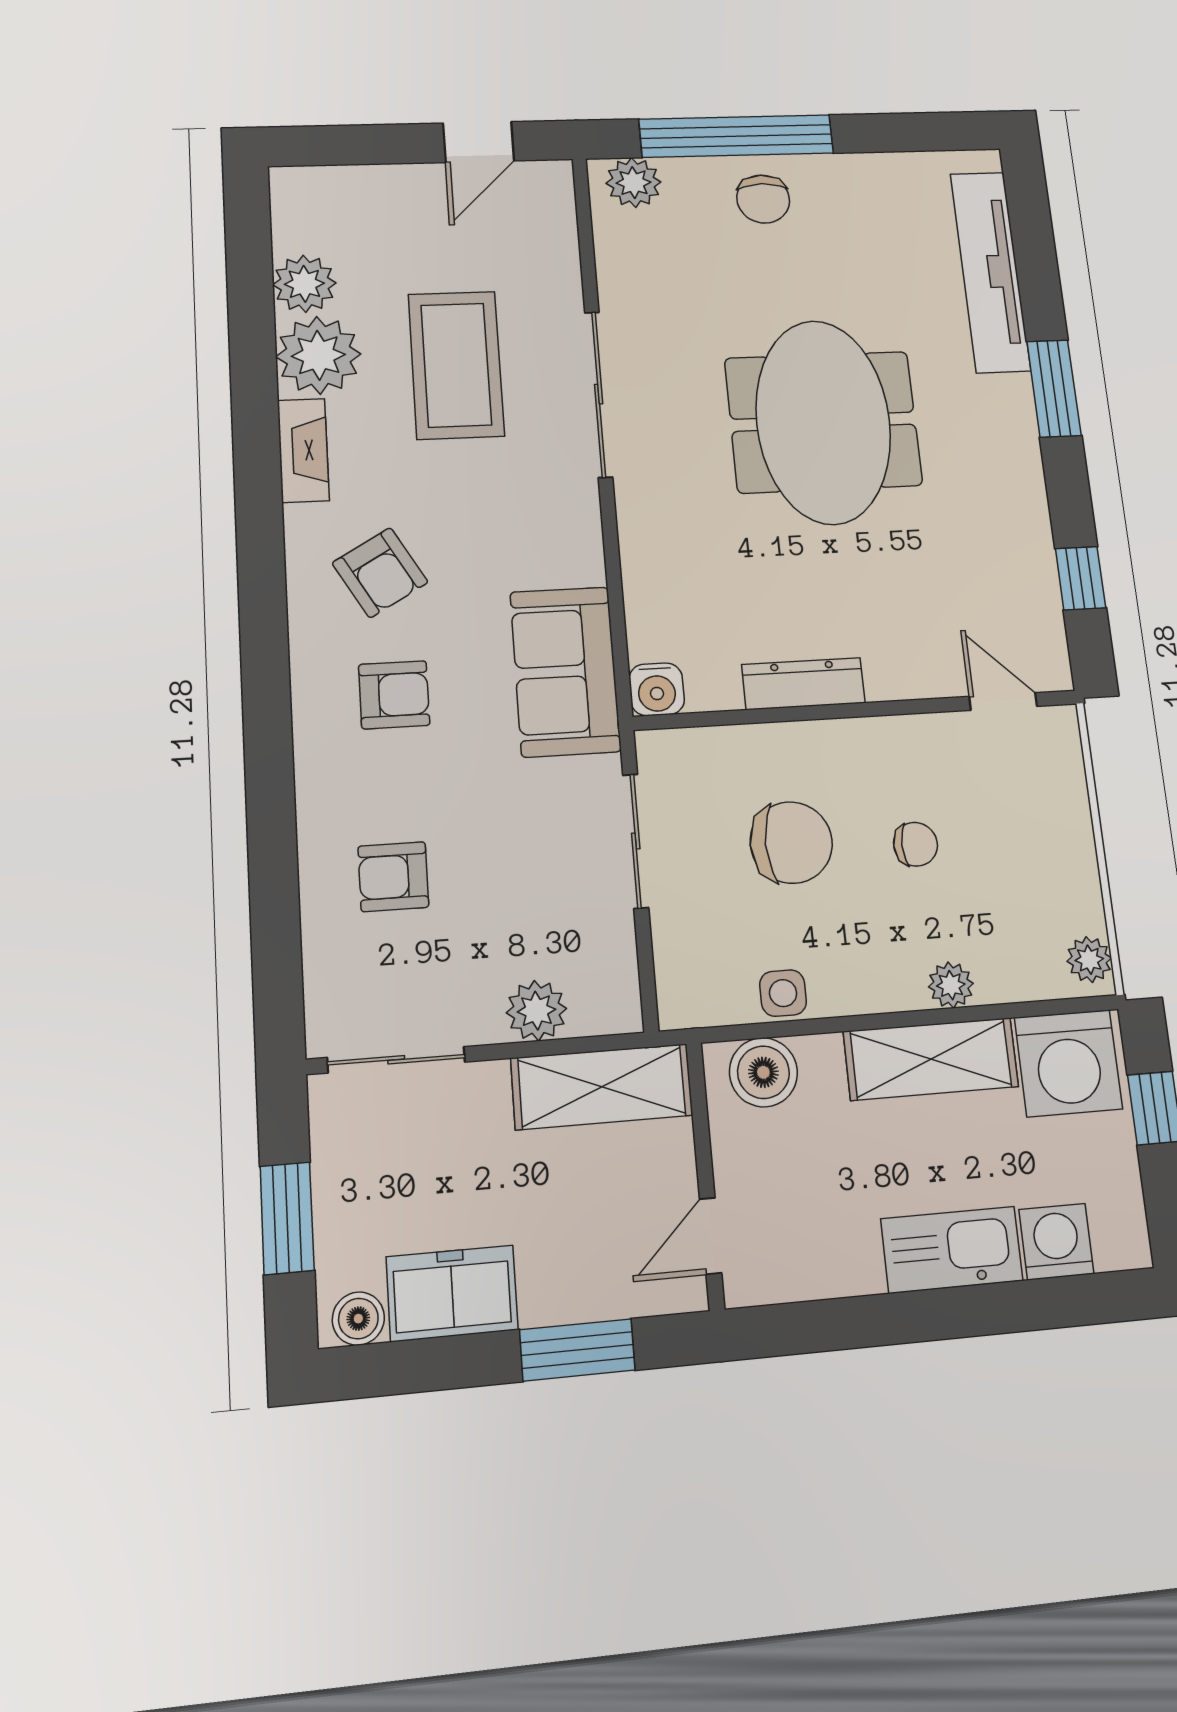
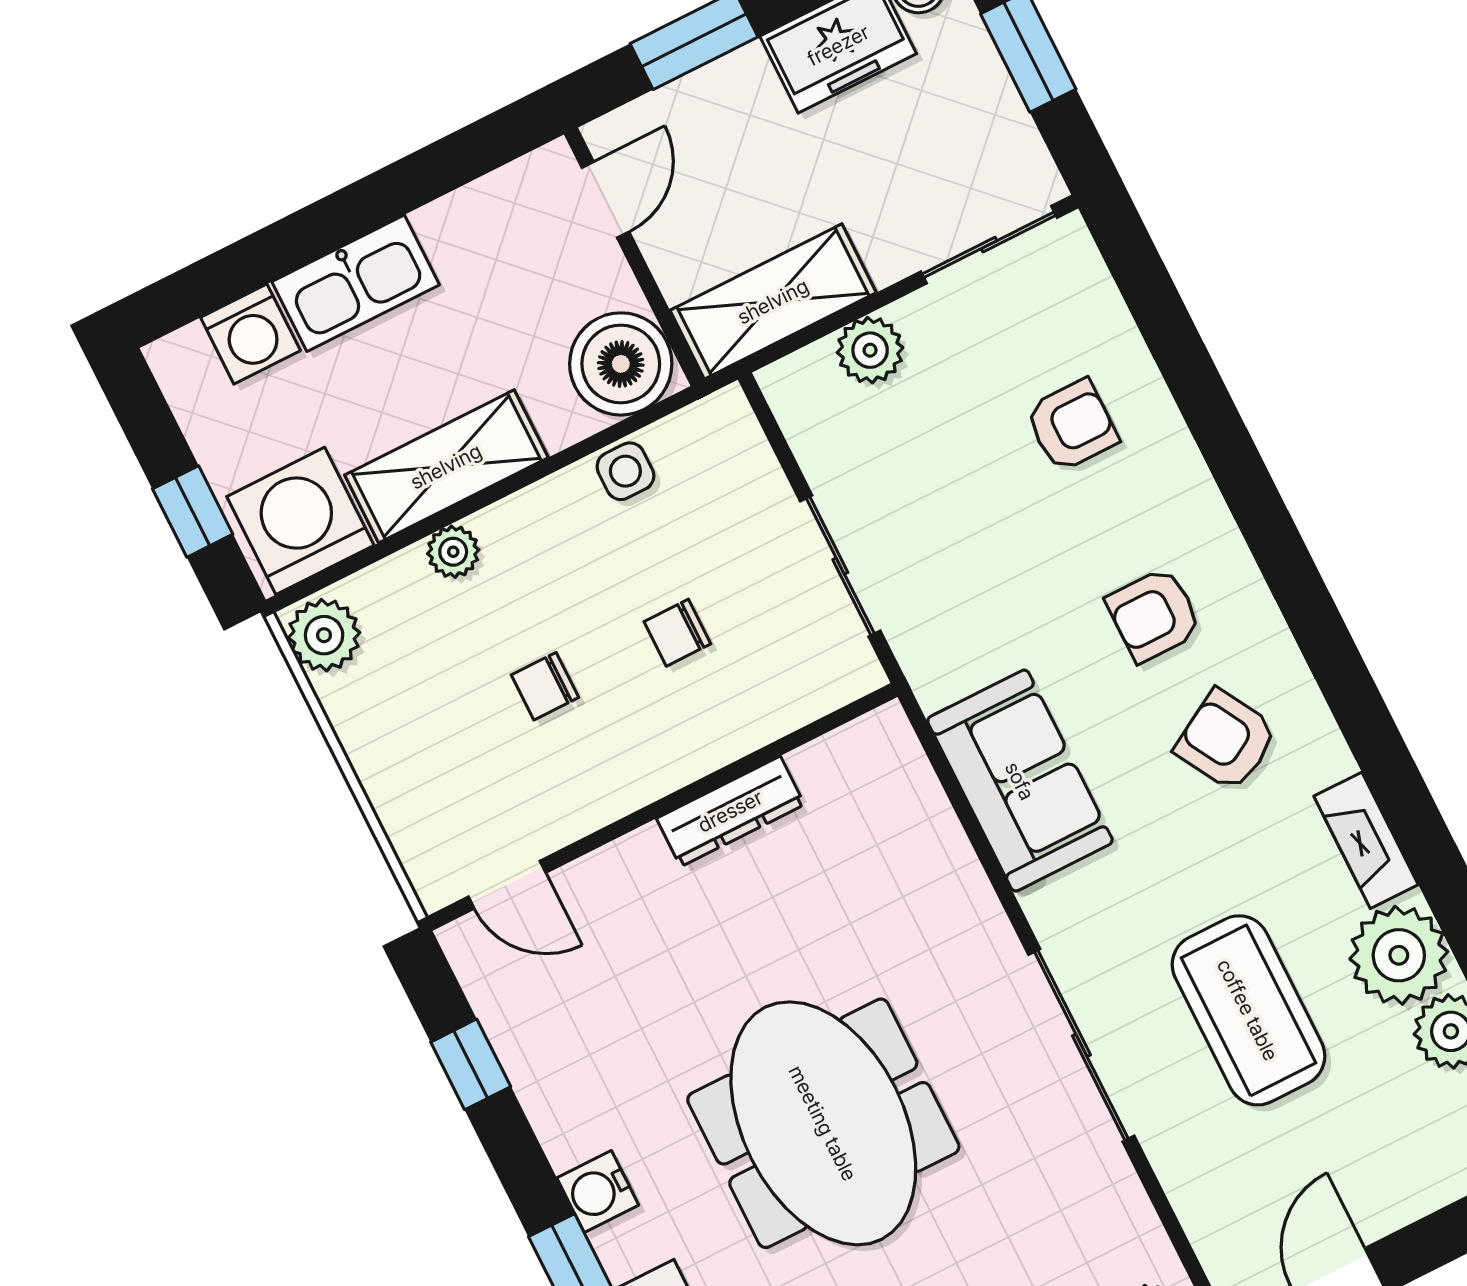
sofa: (565, 671) -> (1020, 781), moved
water cooler: (657, 689) -> (598, 1191), moved, turned -90
chair: (791, 843) -> (677, 633), width x0.54, depth x0.54
plant: (1089, 960) -> (324, 635), width x1.38, depth x1.38
boiler: (763, 1072) -> (621, 364), width x1.37, depth x1.37

